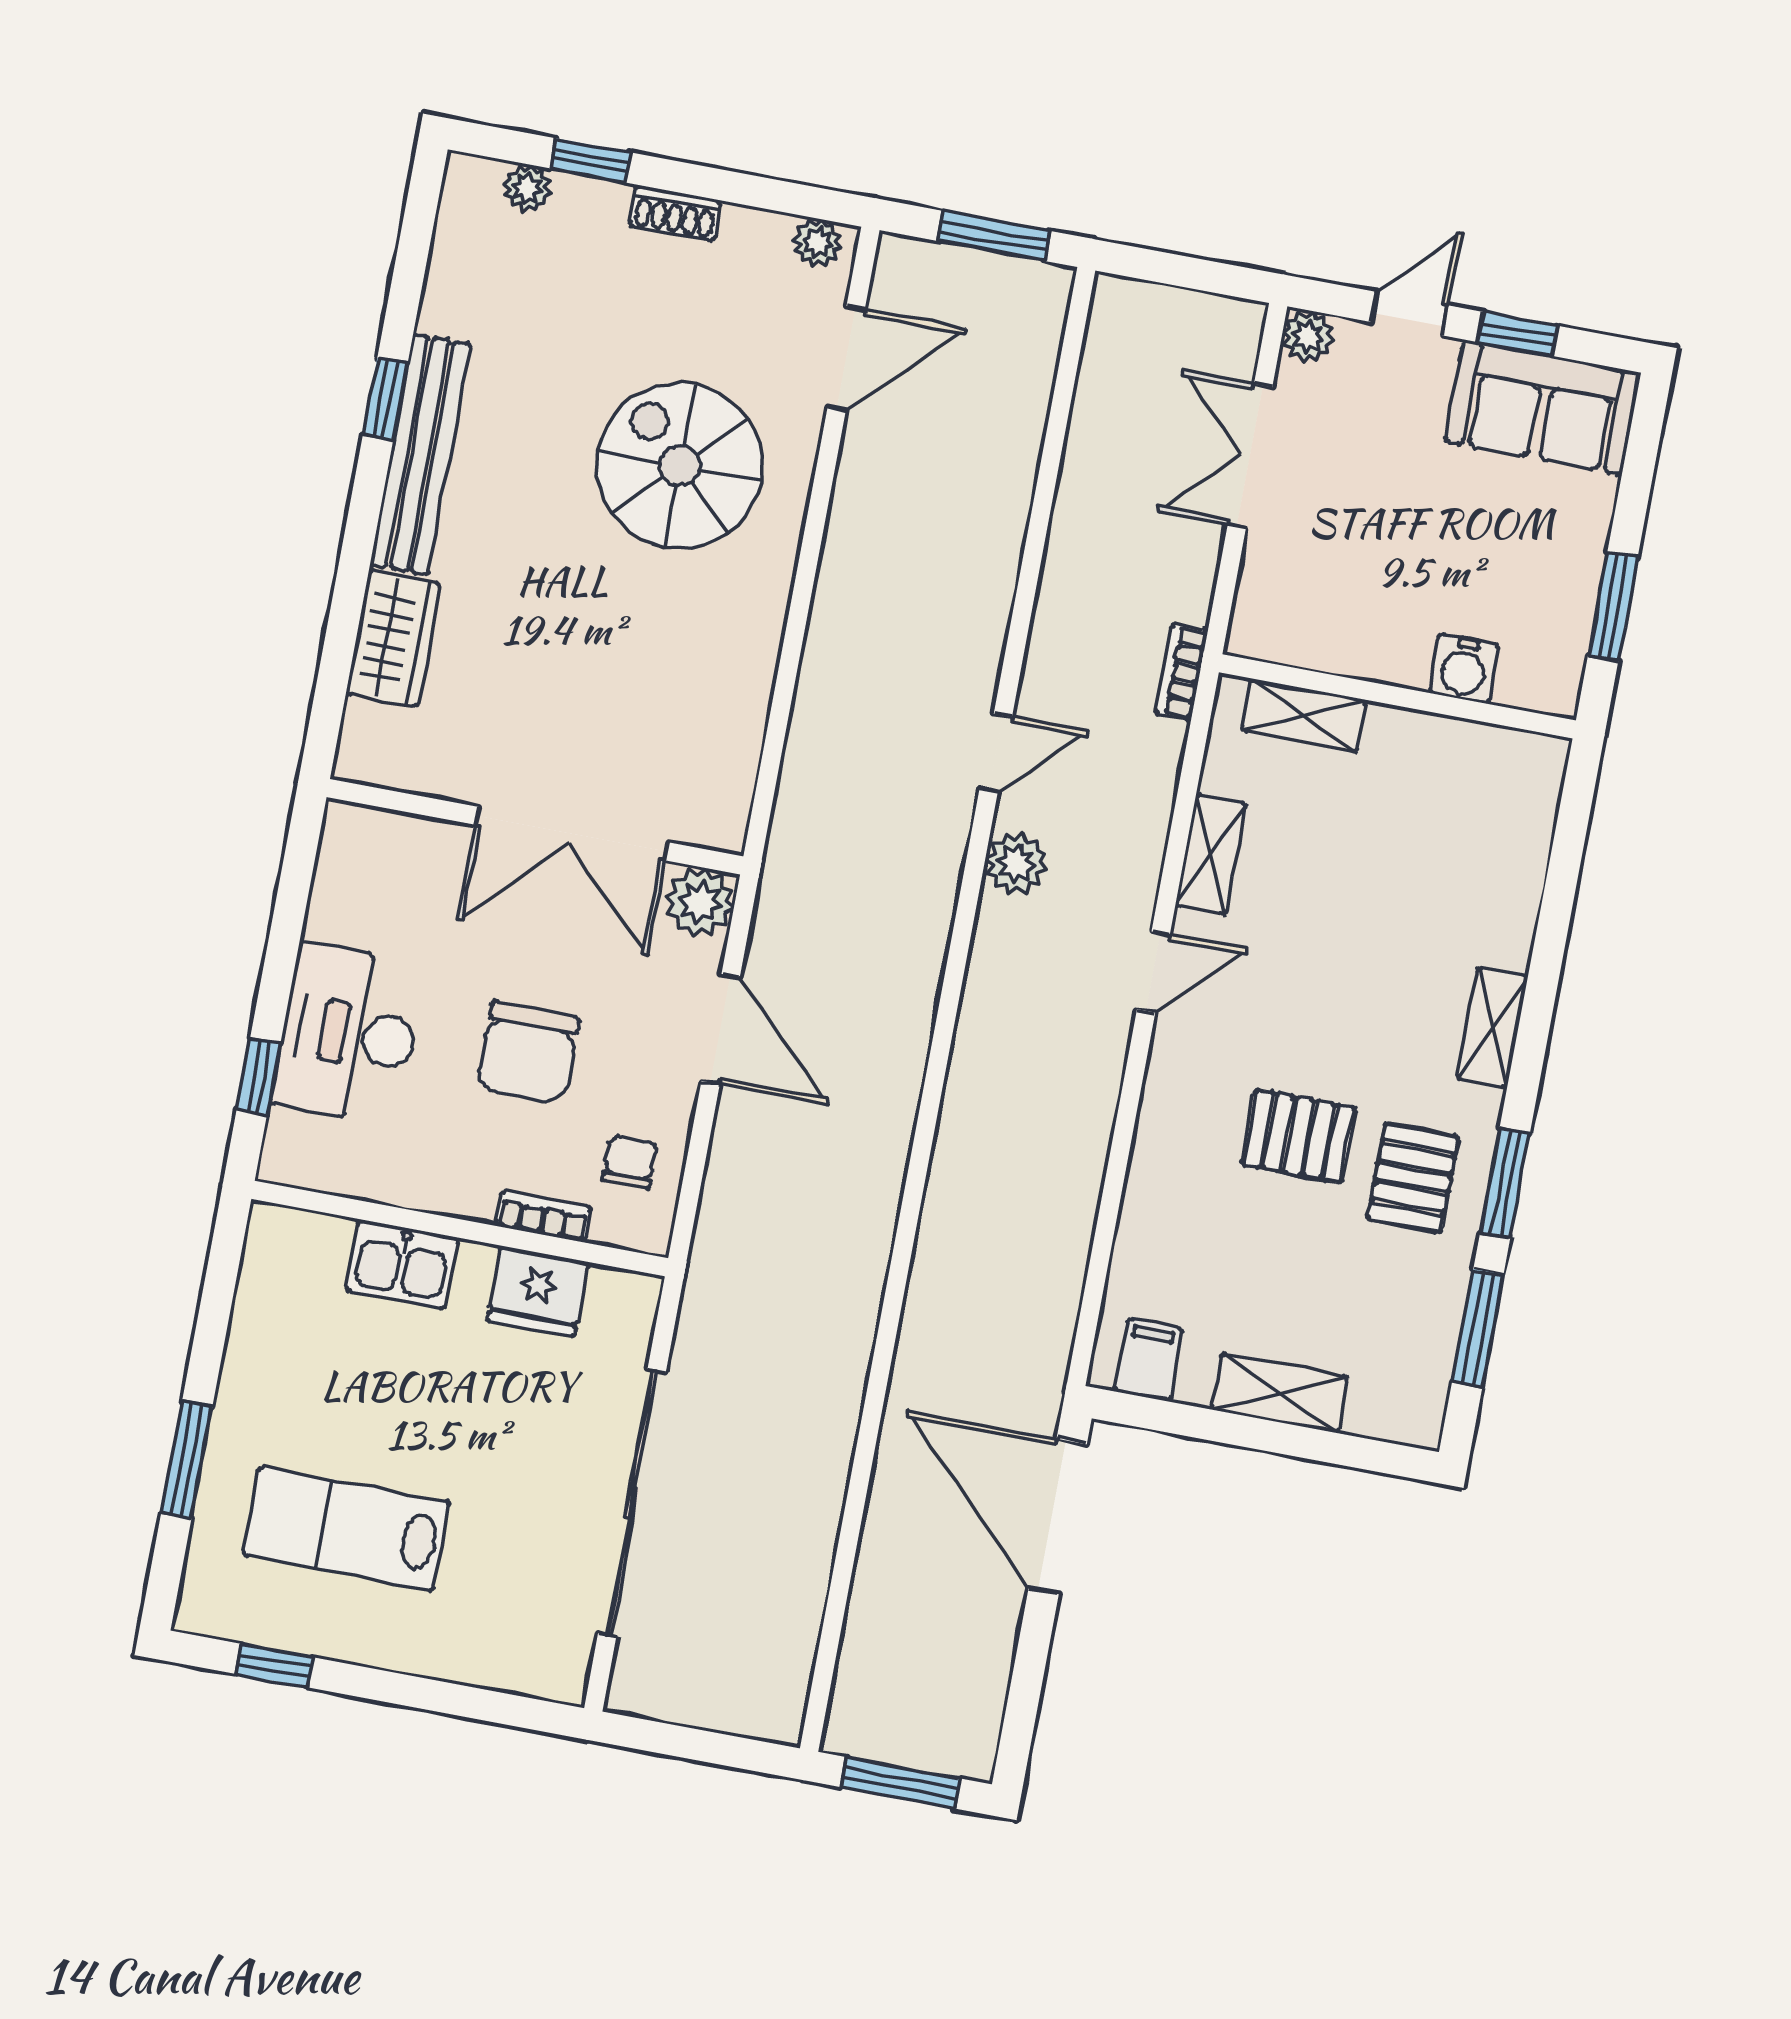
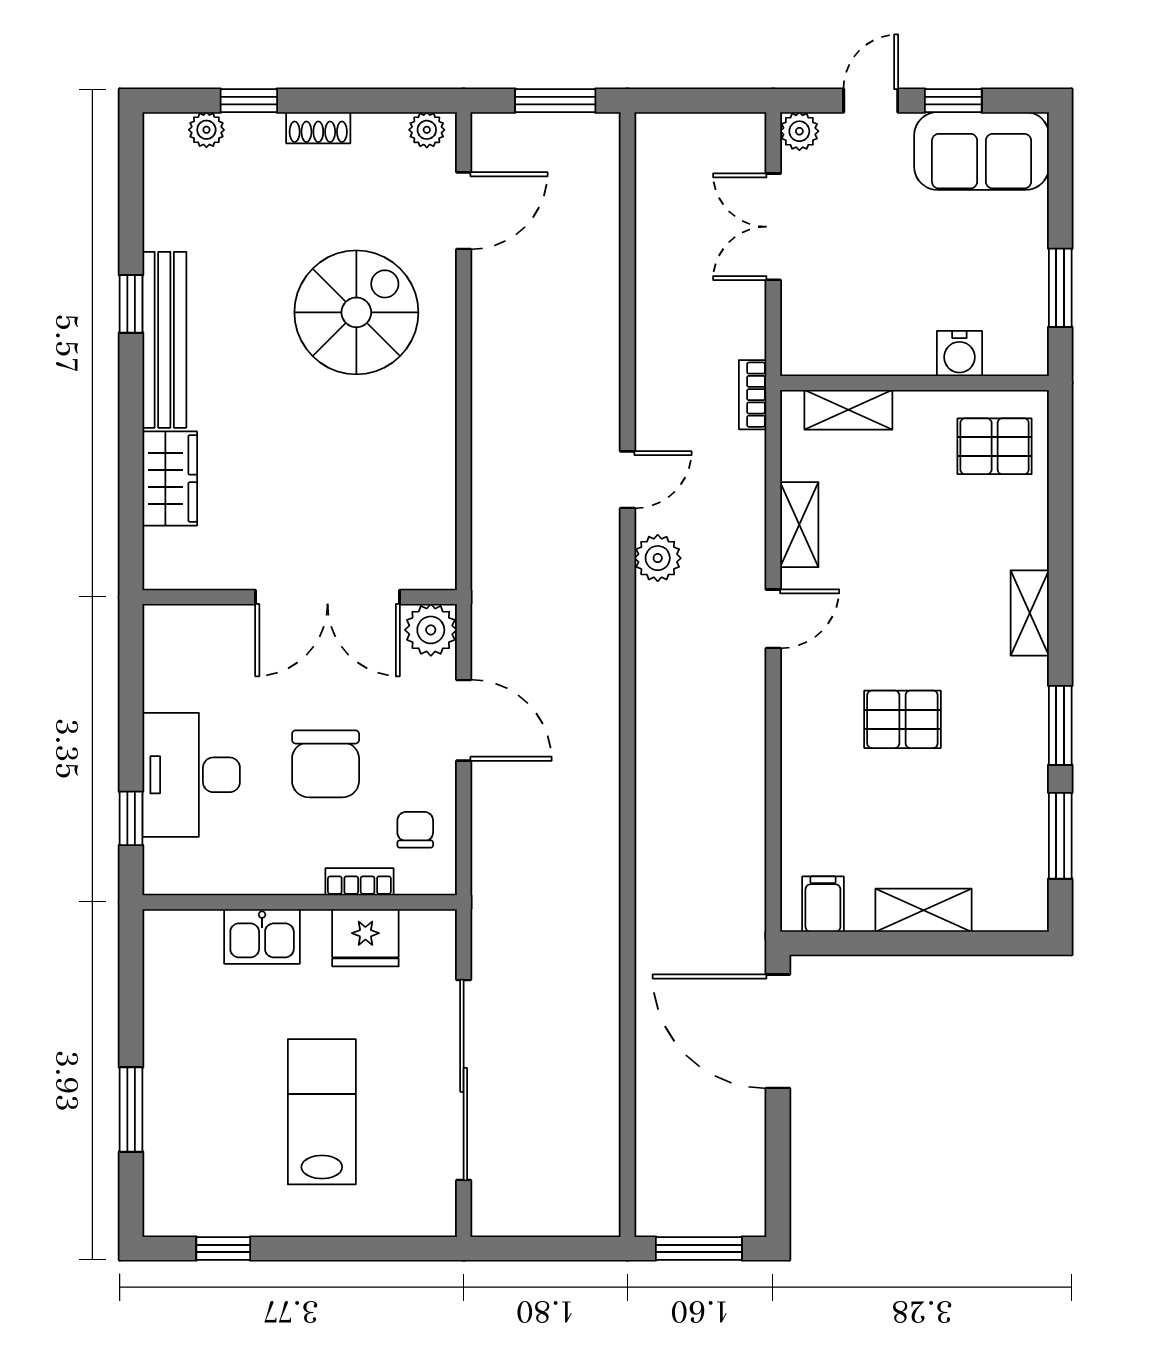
spiral stairs: (680, 466) -> (356, 312), turned 90
pallet: (1413, 1178) -> (995, 446), moved, turned 90
lab bench: (346, 1528) -> (322, 1112), moved, turned 90

